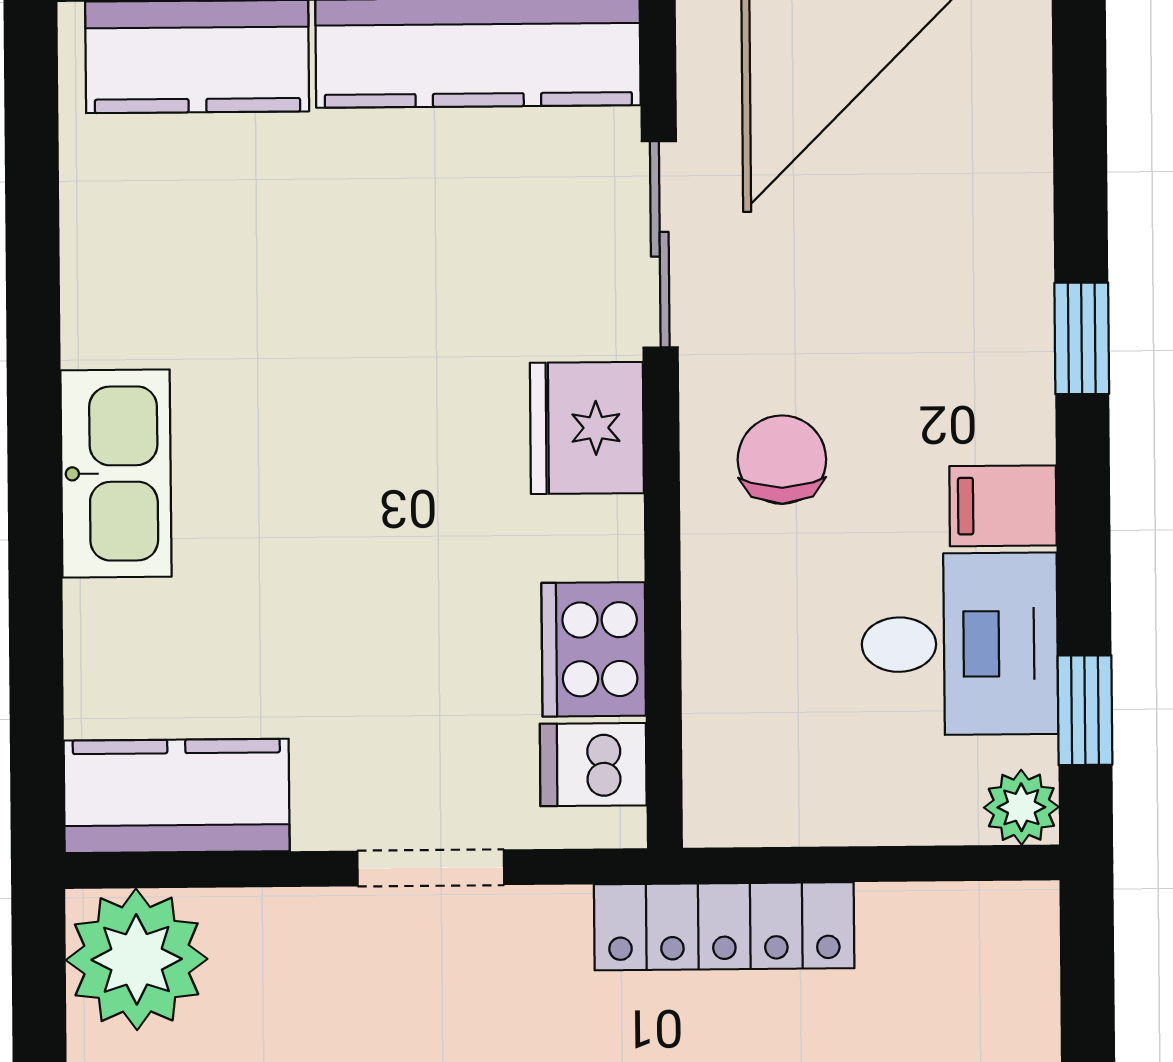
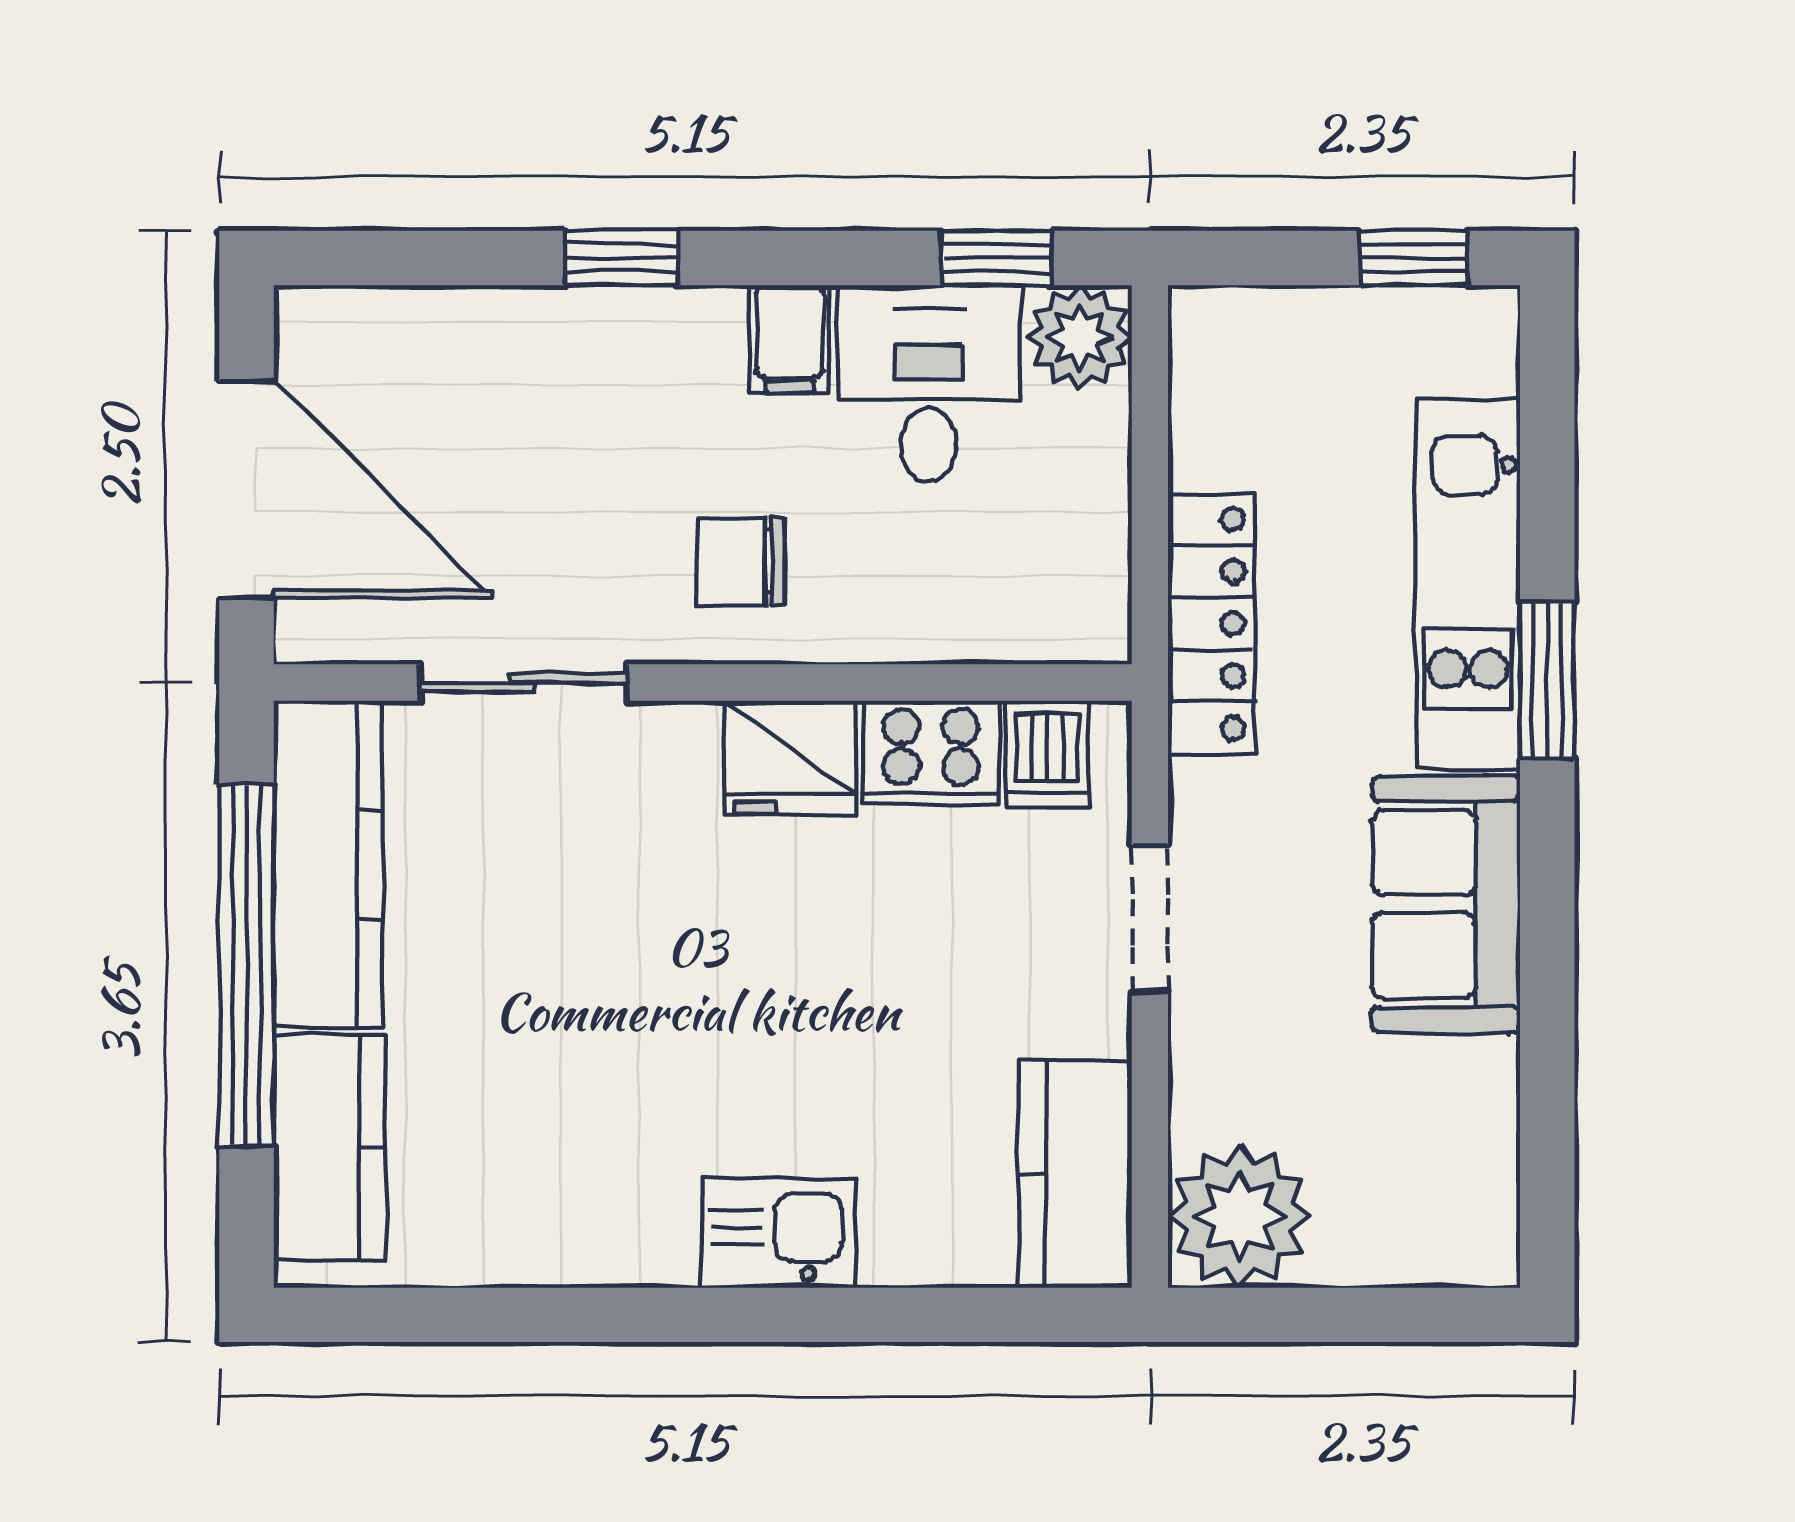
fridge: (587, 428) -> (790, 758), moved
kitchen sink: (116, 474) -> (778, 1233), width x0.73
plant: (1021, 807) -> (1080, 337), width x1.38, depth x1.38

